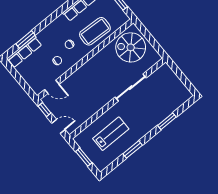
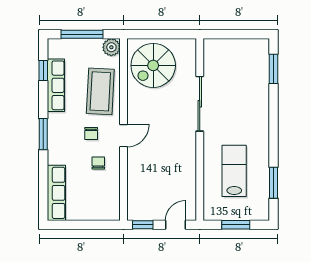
plant: (122, 18) -> (111, 47), added
window: (25, 39) -> (43, 134), moved
door: (52, 87) -> (124, 136), moved
window: (167, 121) -> (273, 69), moved
window: (133, 150) -> (273, 183), moved

